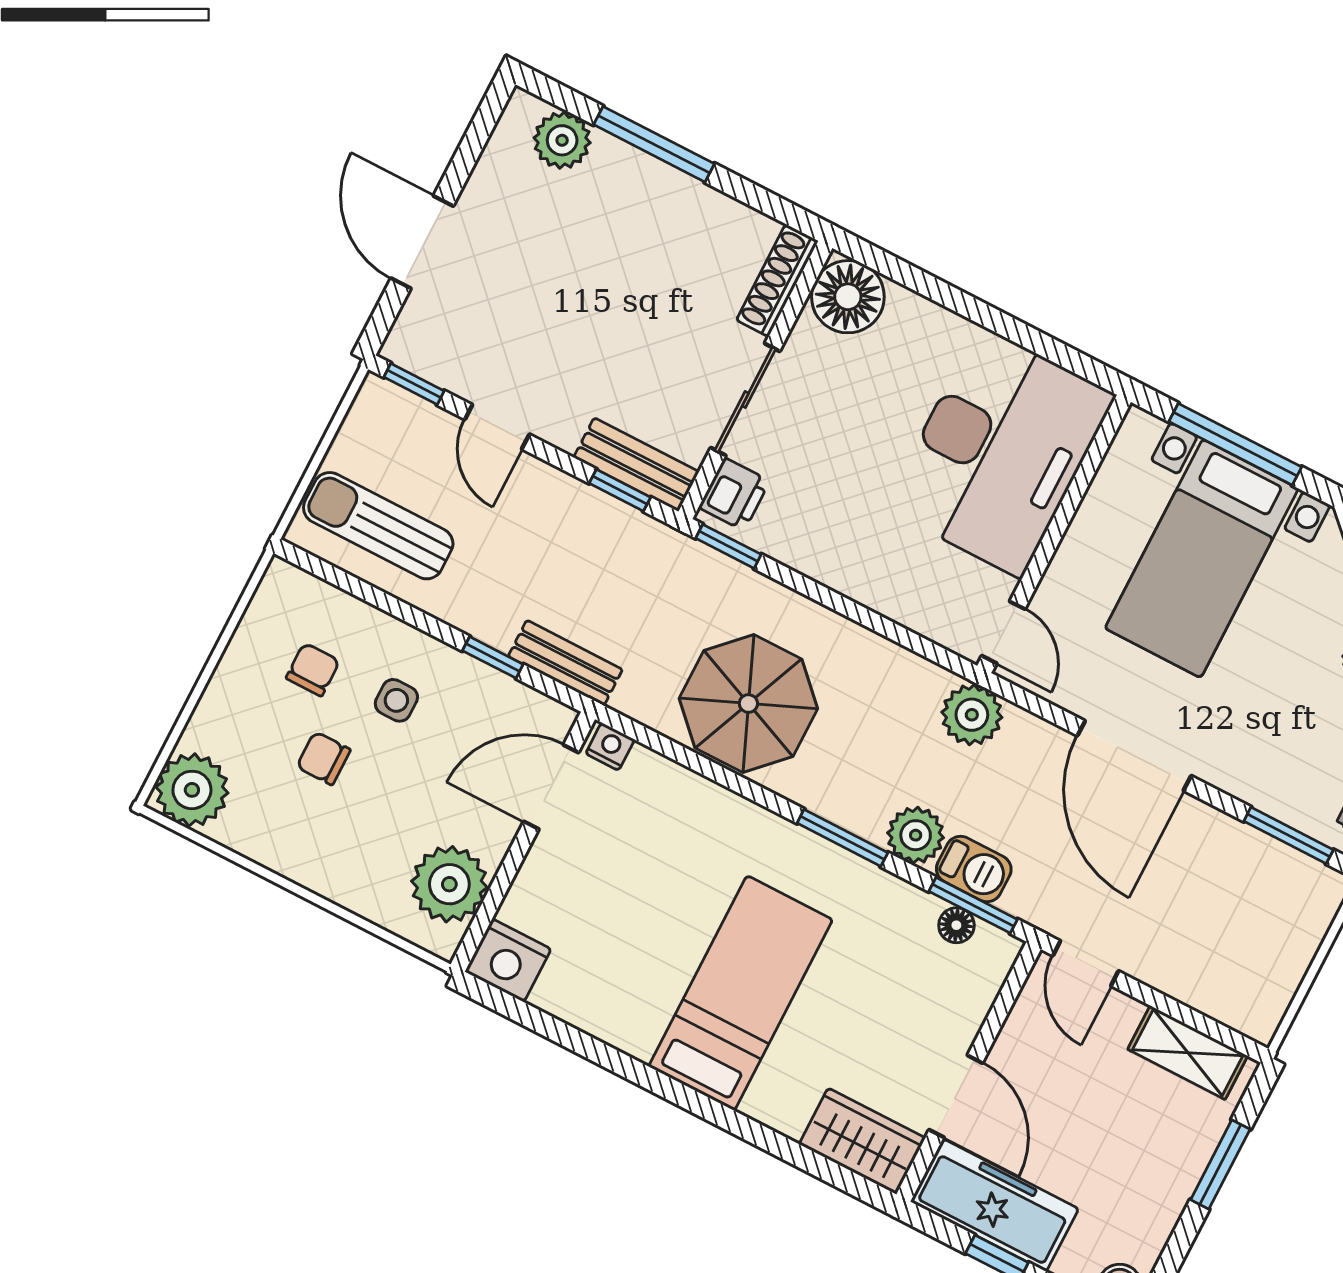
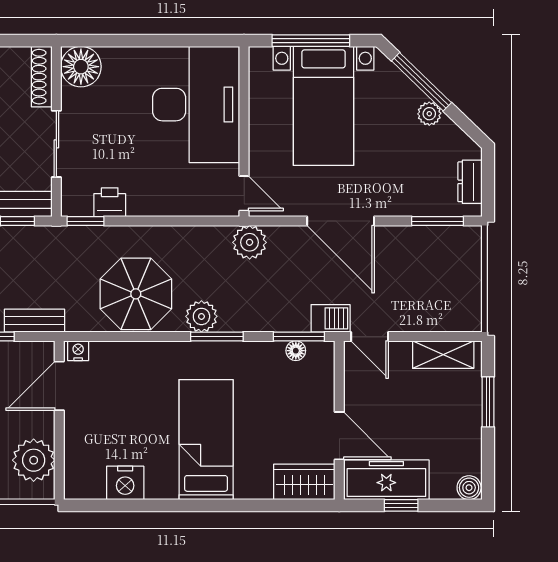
printer: (734, 494) -> (110, 202), moved, turned -90
plant: (916, 835) -> (201, 316), moved
barbecue: (974, 869) -> (331, 318), moved
nightstand: (508, 960) -> (125, 483), moved

